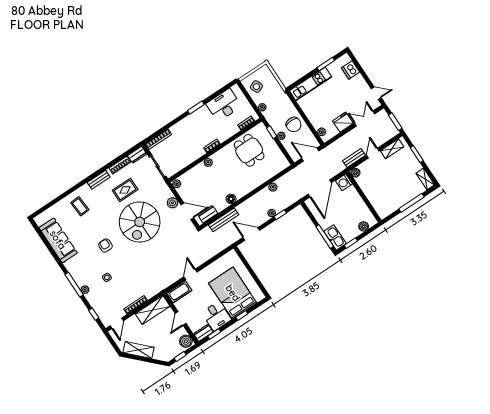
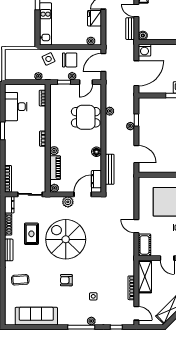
side table: (256, 87) -> (49, 59), moved
dining table: (249, 150) -> (86, 117), moved
door: (284, 151) -> (86, 82), added
piano: (194, 173) -> (55, 168), added
door: (320, 188) -> (136, 73), hinge flipped
spiral stairs: (140, 222) -> (66, 239), turned 180
door: (251, 234) -> (136, 154), swing flipped

